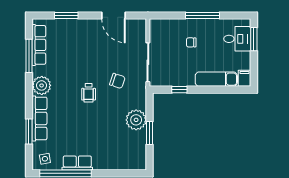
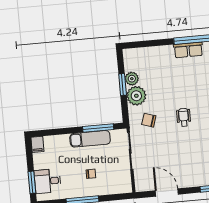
exam couch: (216, 79) -> (90, 139), moved
chair: (117, 81) -> (149, 120), moved
window: (179, 90) -> (98, 128), width x2.17
plant: (139, 138) -> (132, 79), added

